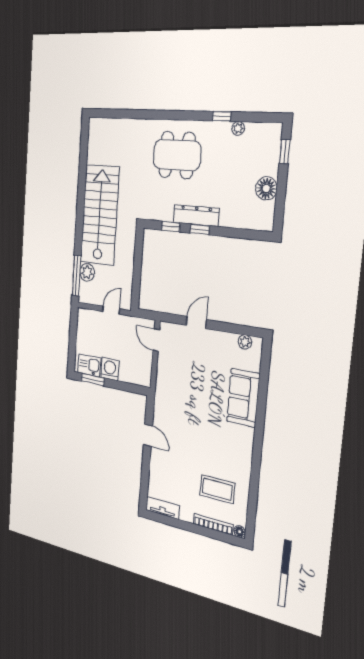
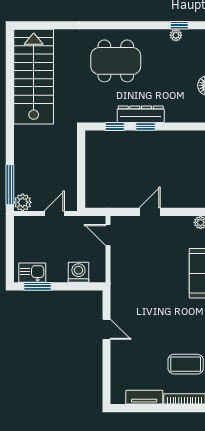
window: (222, 116) -> (179, 25), moved
stairs: (100, 215) -> (34, 77), moved
plant: (87, 272) -> (23, 202), moved
washing machine: (110, 369) -> (78, 272), moved
tv unit: (163, 508) -> (144, 397), moved

